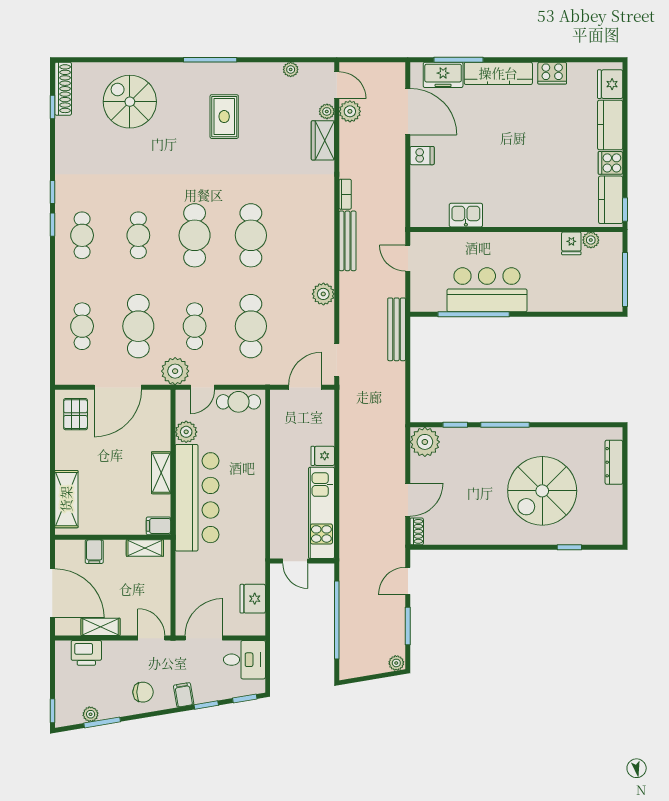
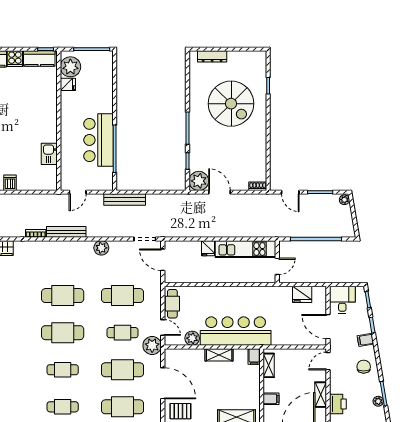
plant: (591, 240) -> (70, 67), width x1.88, depth x1.88
cafe table: (82, 326) -> (122, 407), width x1.37, depth x1.35
door: (408, 500) -> (219, 192), moved

